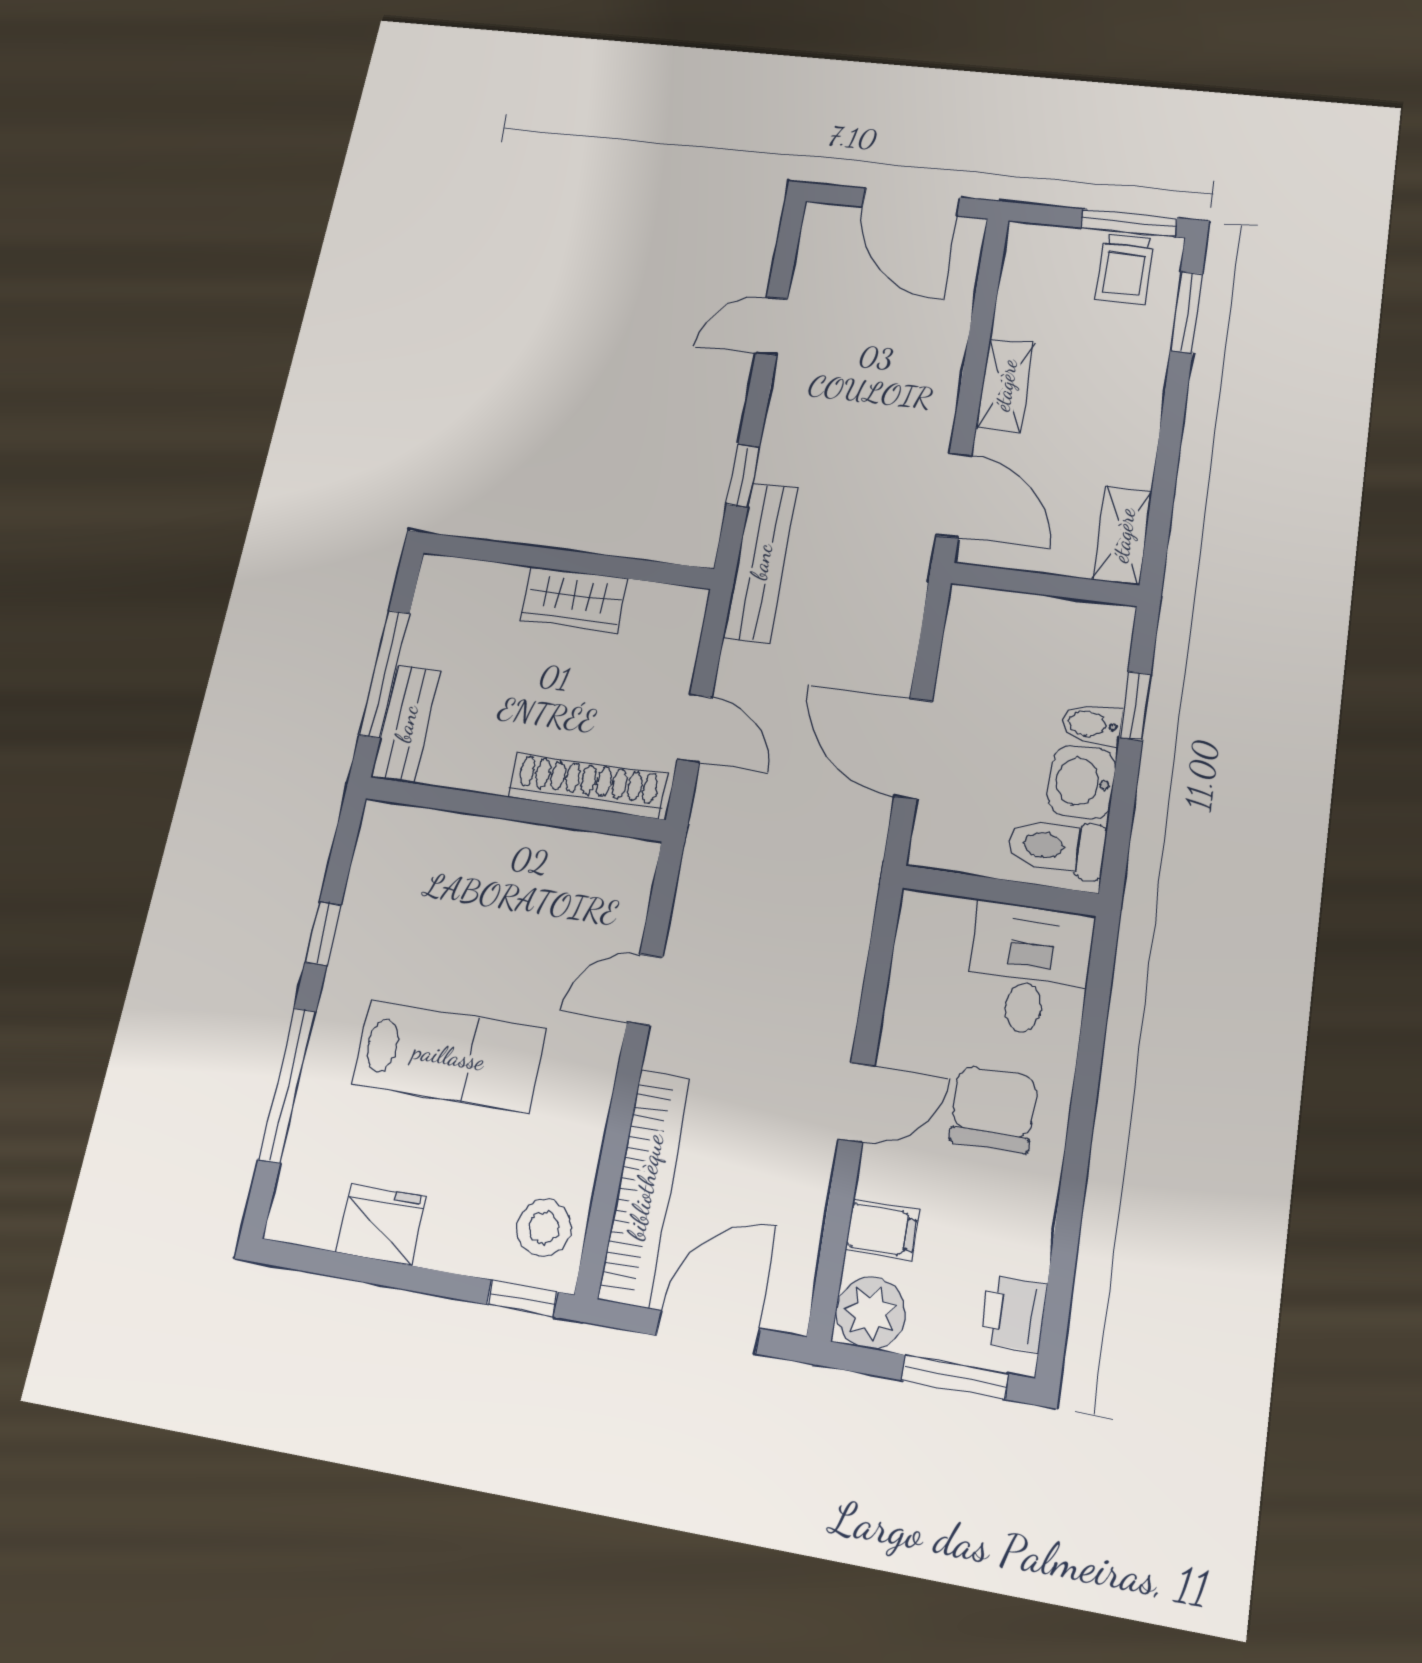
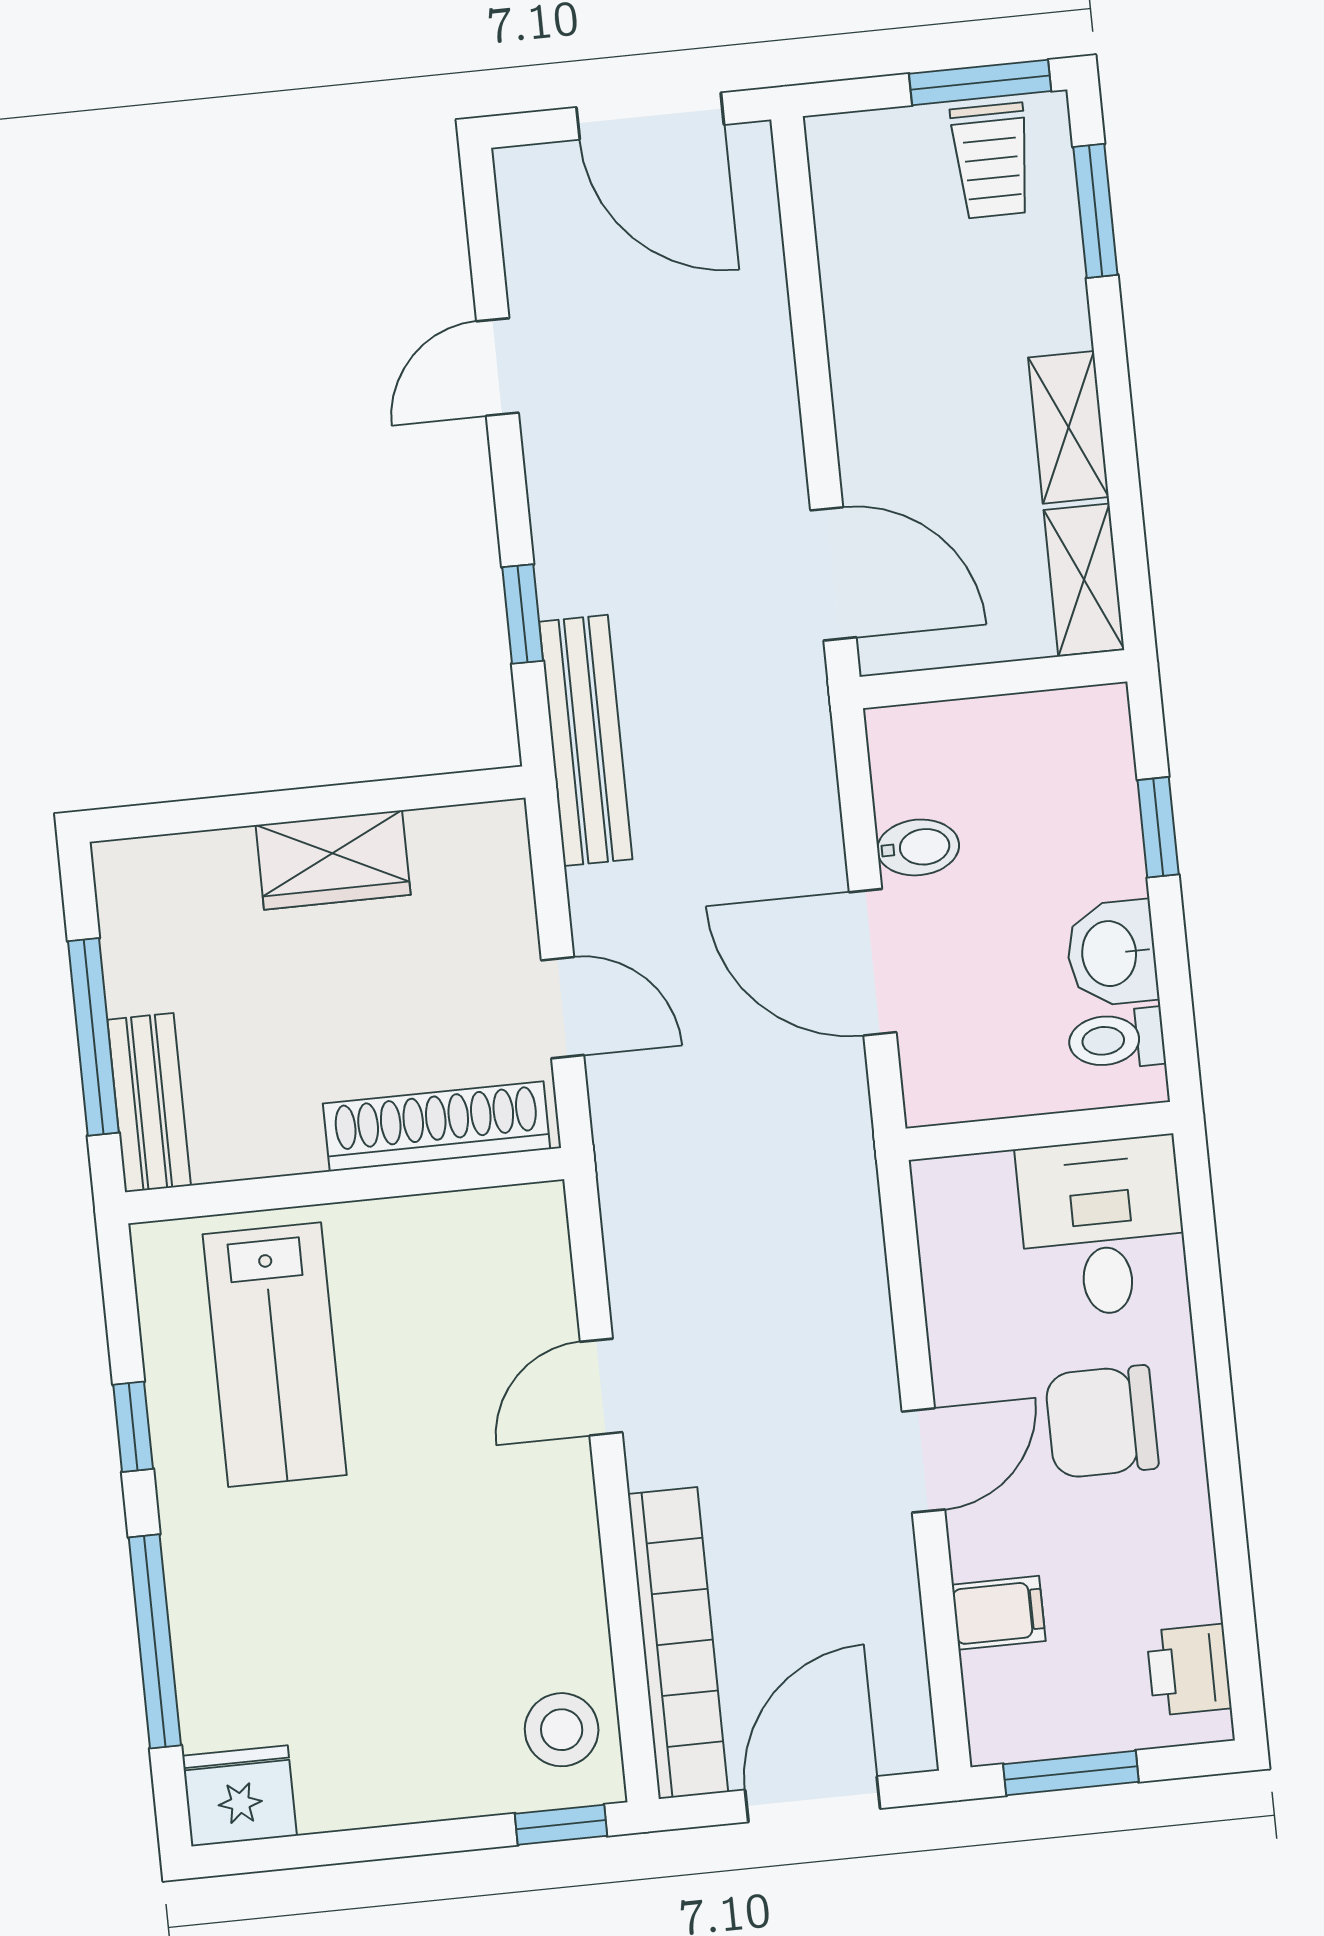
shelving: (1005, 385) -> (1068, 427), moved
bidet: (1091, 724) -> (918, 847), moved, turned 180
toilet: (1057, 847) -> (1116, 1040), width x0.73, depth x0.72
lab bench: (449, 1056) -> (275, 1355), moved, turned 90
chair: (994, 1109) -> (1102, 1422), turned -90
fridge: (381, 1225) -> (240, 1796), moved
plant: (871, 1313) -> (1011, 1718), removed
window: (955, 1377) -> (1071, 1773), moved

